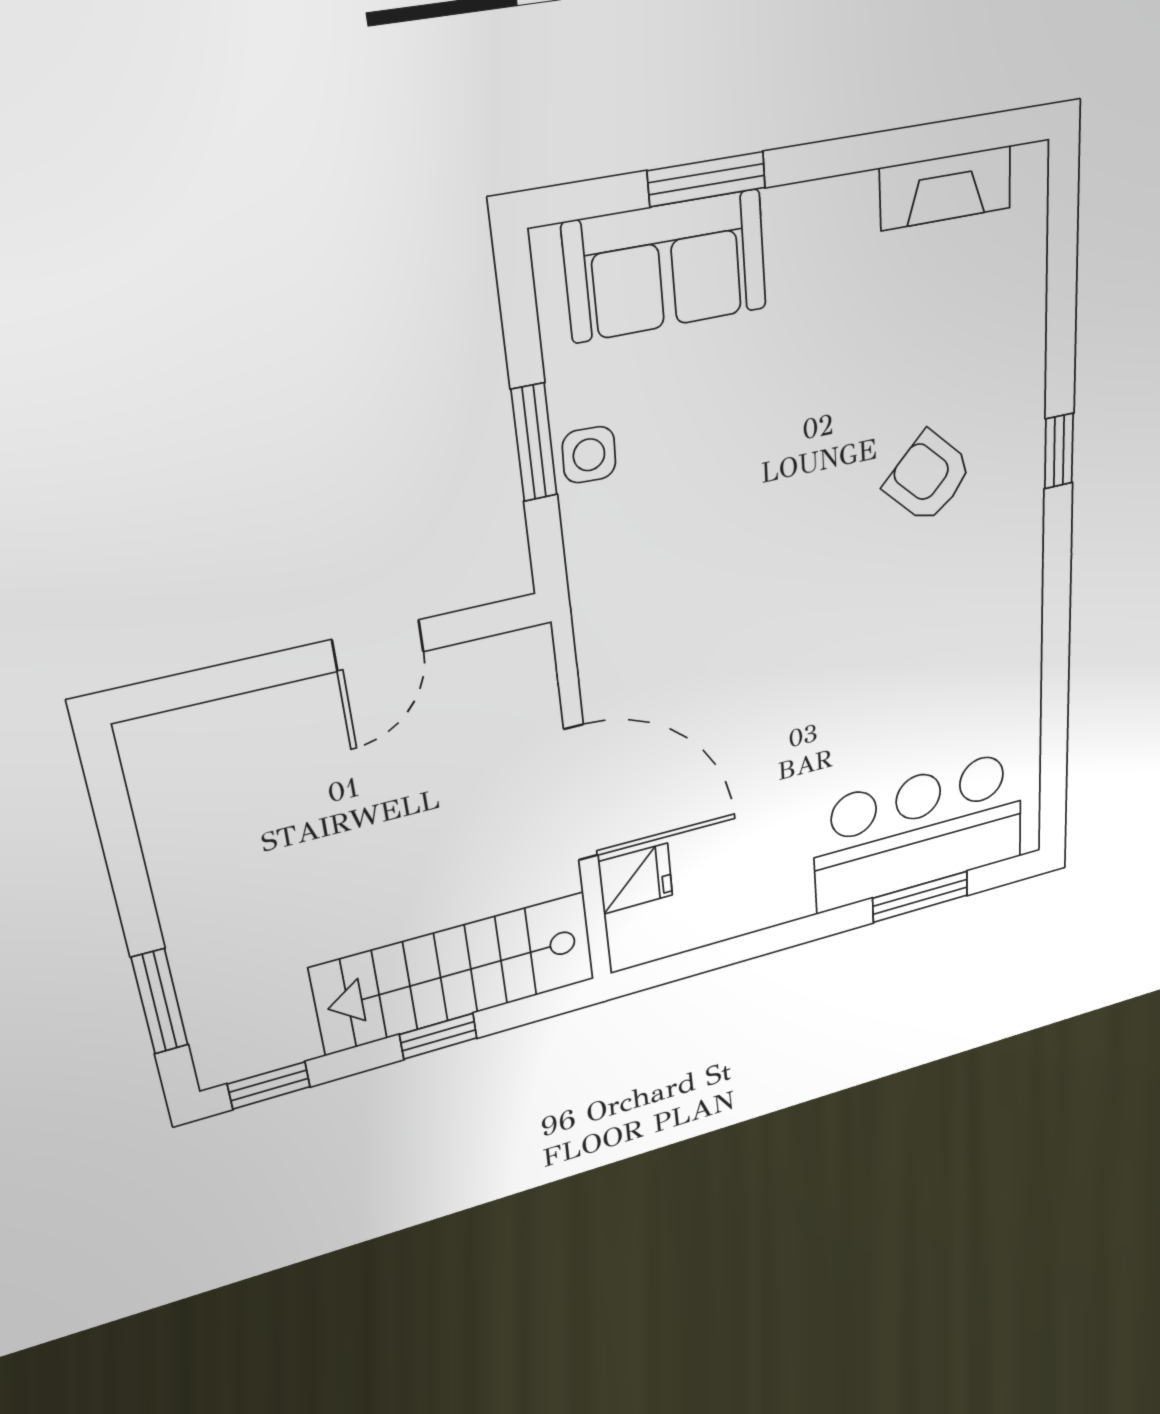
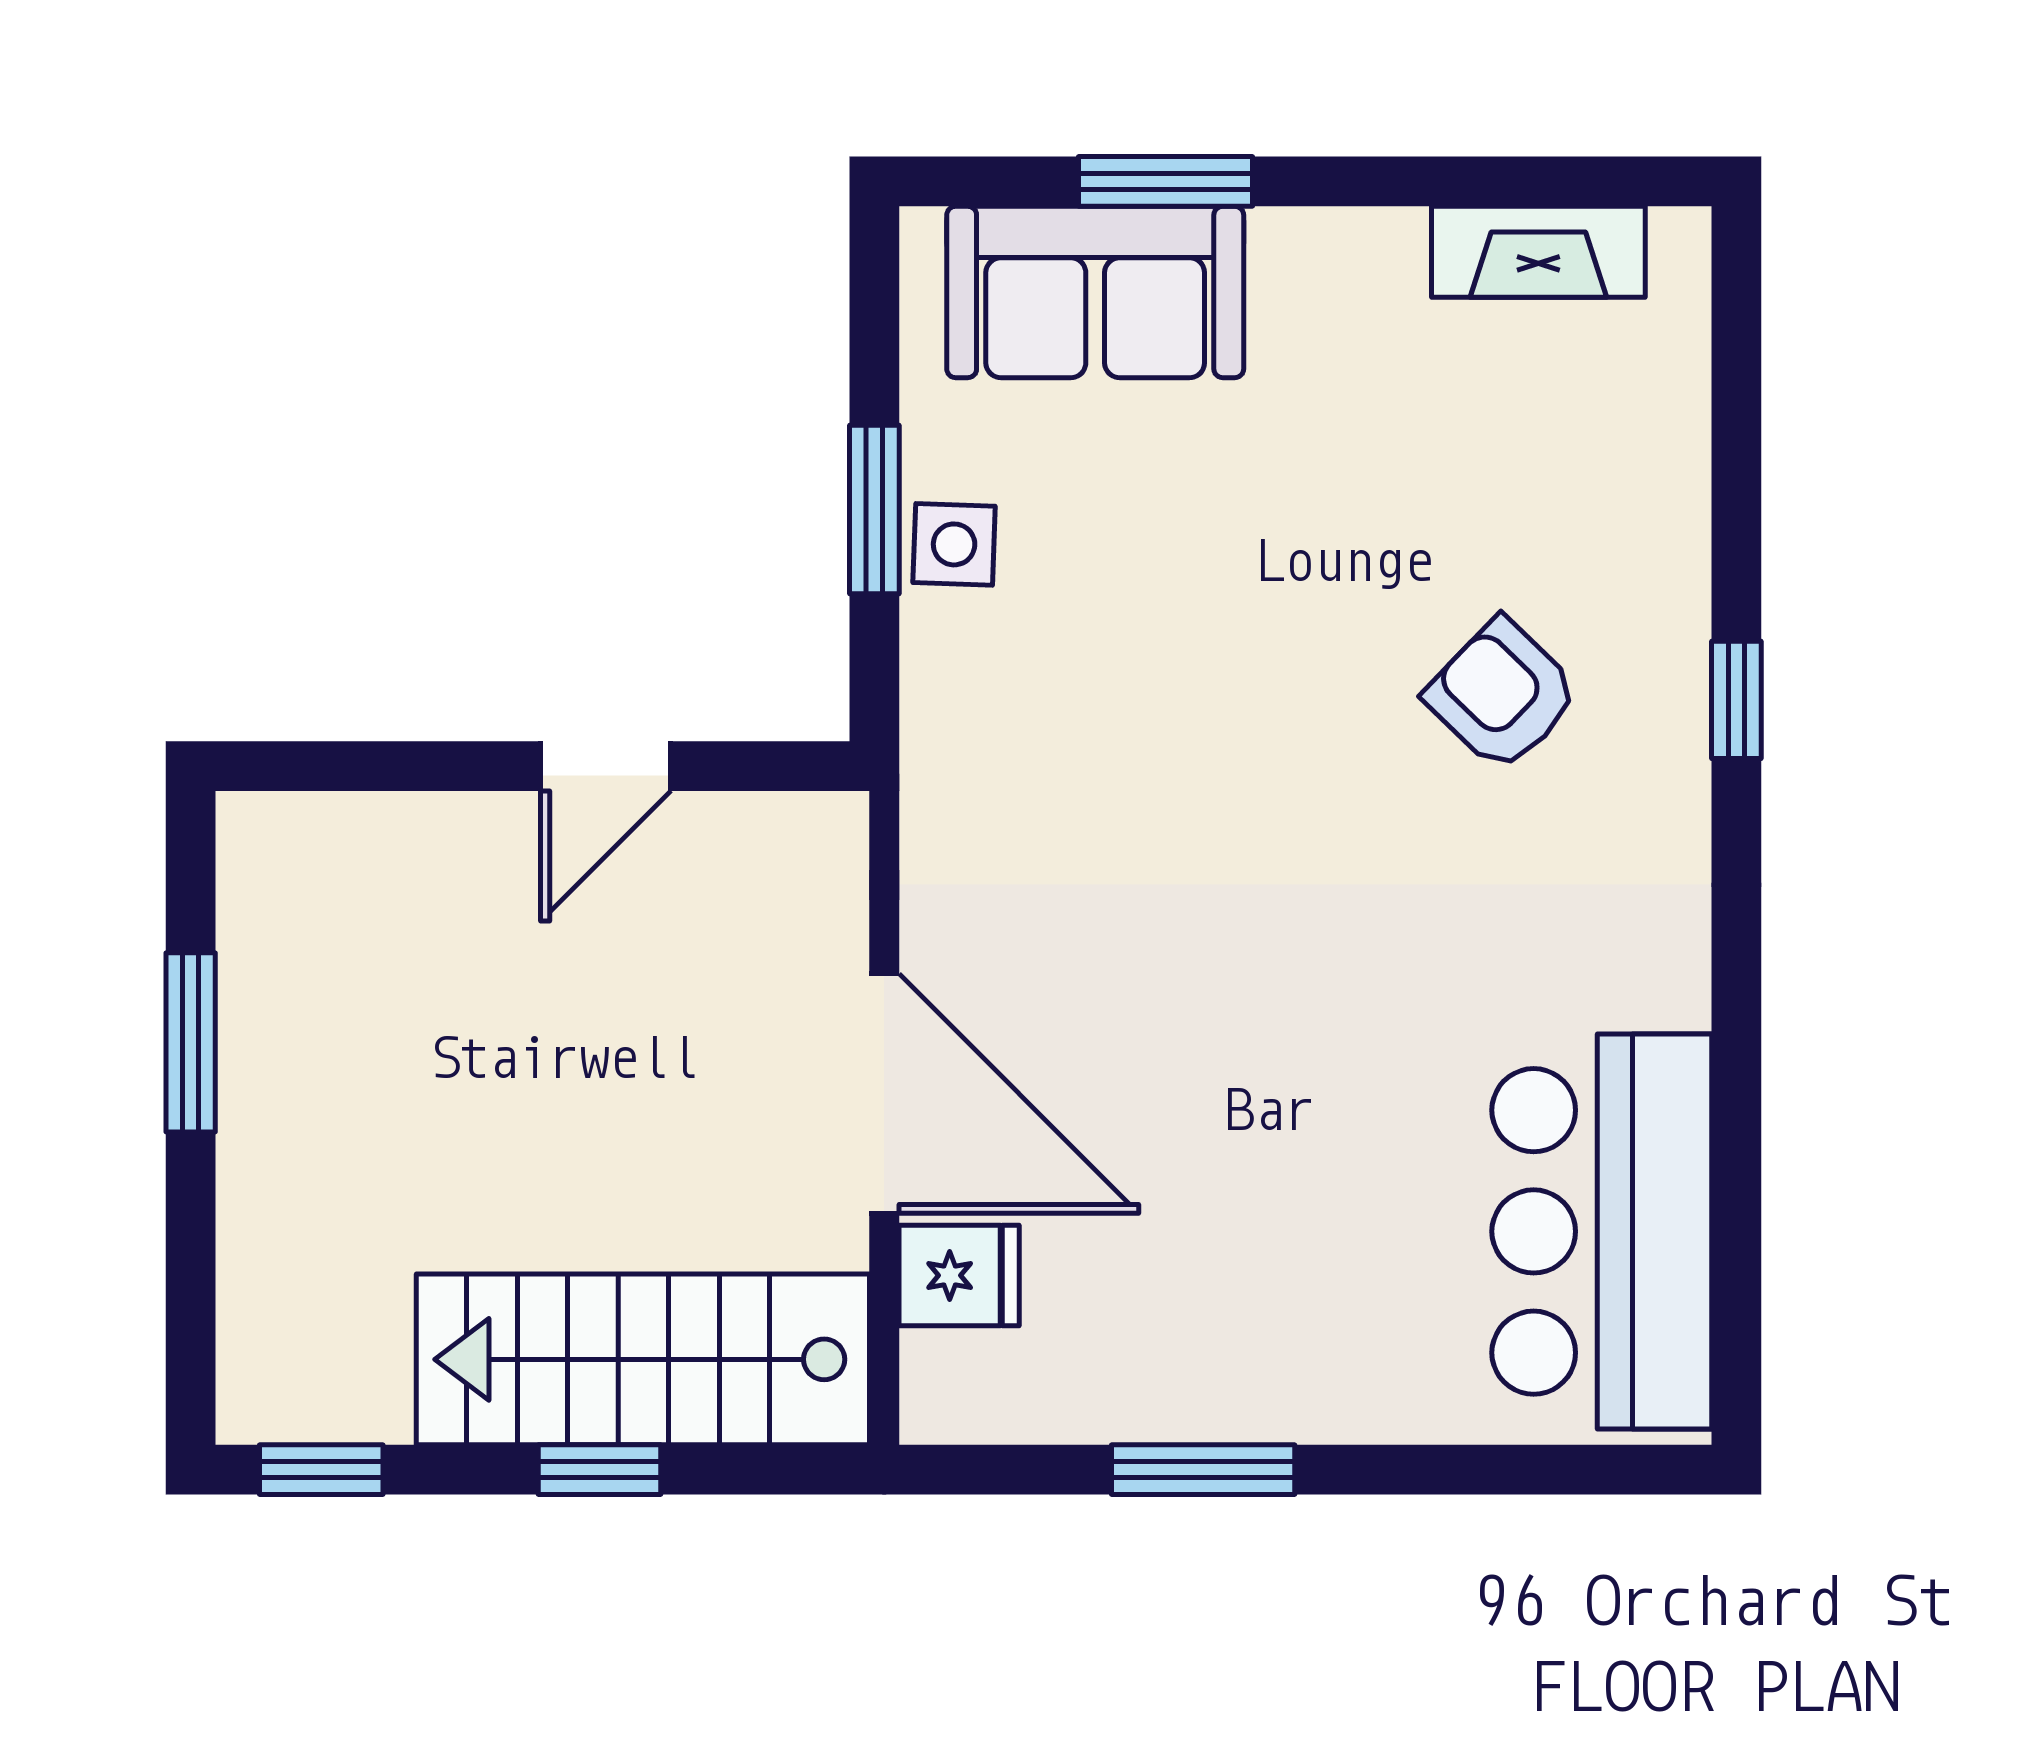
bar counter: (919, 831) -> (1602, 1231), moved, turned -90
window: (920, 897) -> (1203, 1470), moved
window: (160, 1002) -> (191, 1042), moved

